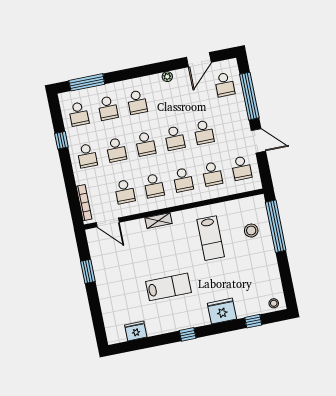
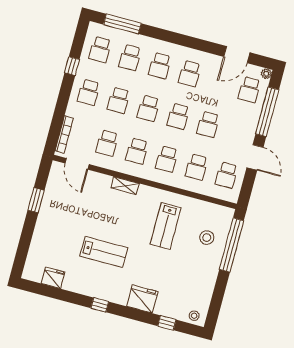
plant: (167, 77) -> (266, 74), moved
school desk: (166, 96) -> (190, 74), added

